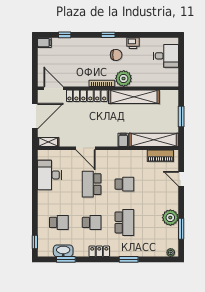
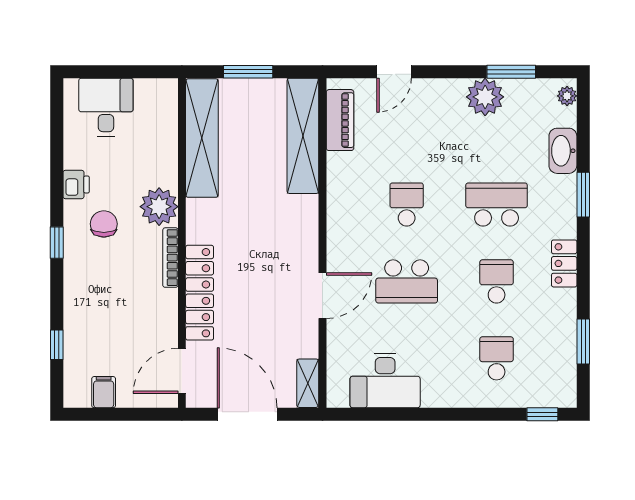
filing cabinet: (44, 43) -> (104, 392), moved
shelving: (134, 97) -> (202, 138), moved
filing cabinet: (123, 140) -> (303, 207), removed
washbasin: (63, 251) -> (563, 151), moved

